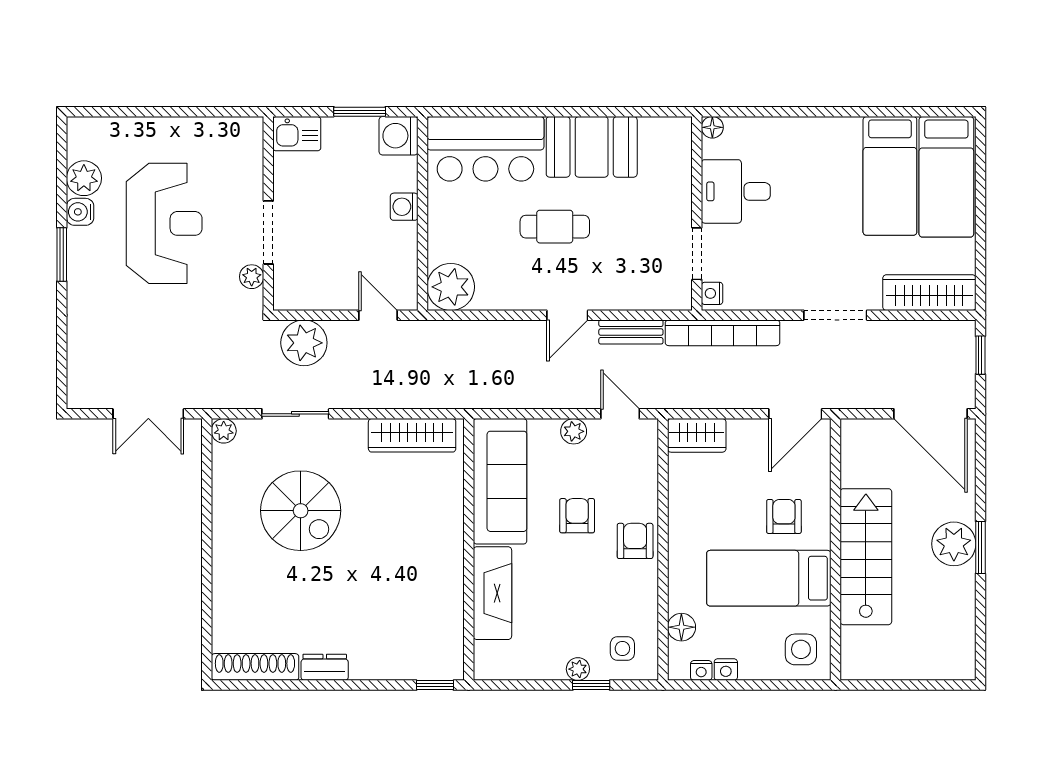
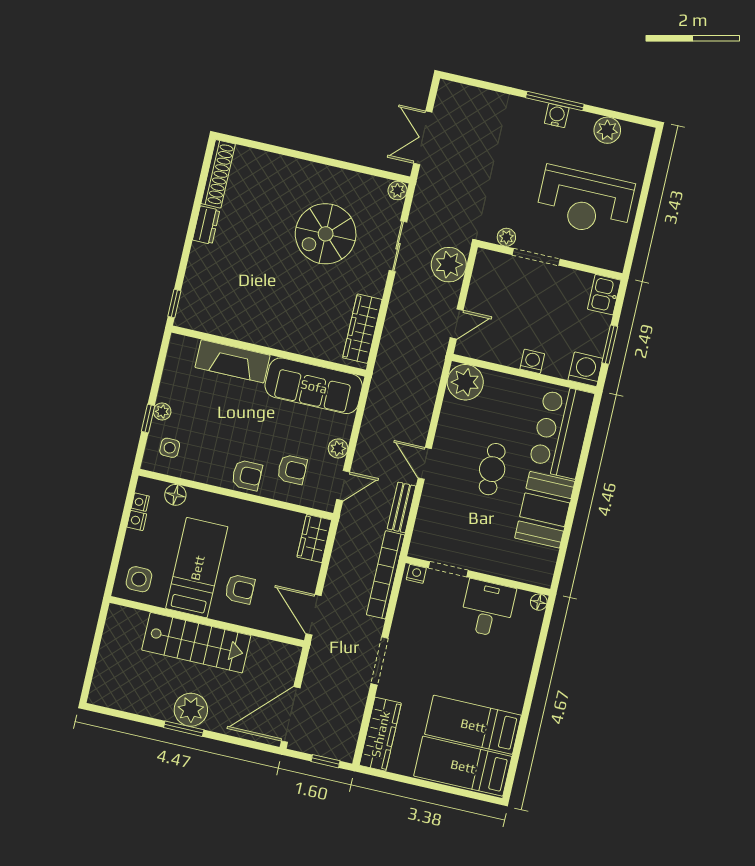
water cooler: (80, 212) -> (557, 116), moved
reception desk: (164, 223) -> (585, 201), moved
window: (62, 254) -> (555, 101), width x1.44
armchair: (577, 516) -> (292, 469), moved

